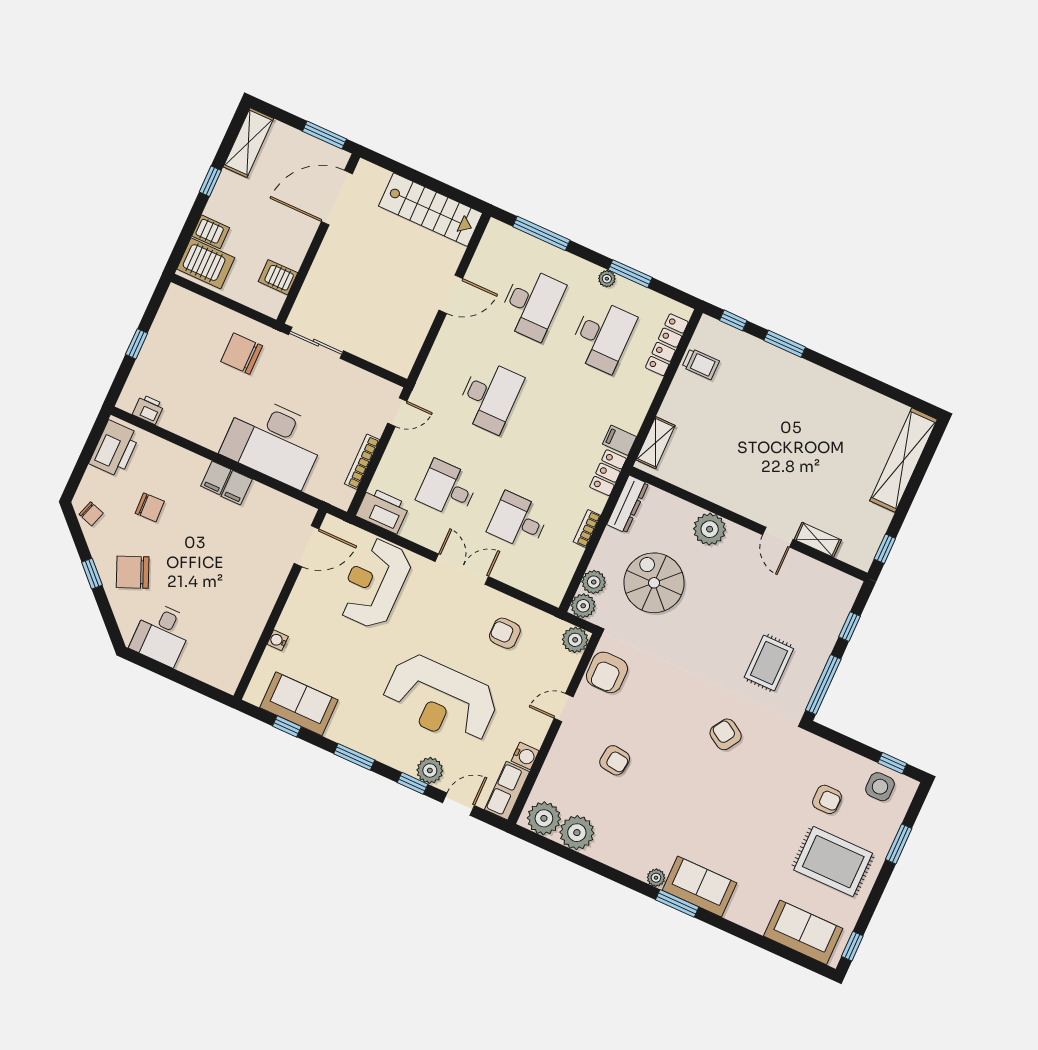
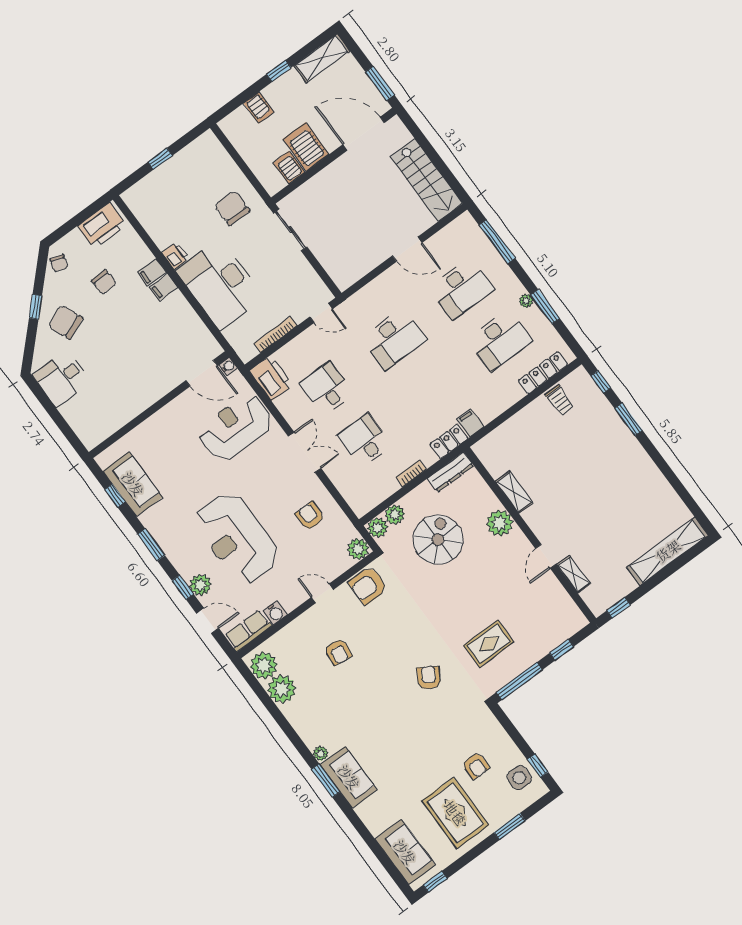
server rack: (206, 263) -> (306, 147), moved, turned 180
printer: (148, 409) -> (175, 256), moved
shelving: (656, 443) -> (514, 492), moved, turned 90
filing cabinet: (237, 488) -> (152, 272), moved
water cooler: (278, 640) -> (228, 367), moved, turned 90

